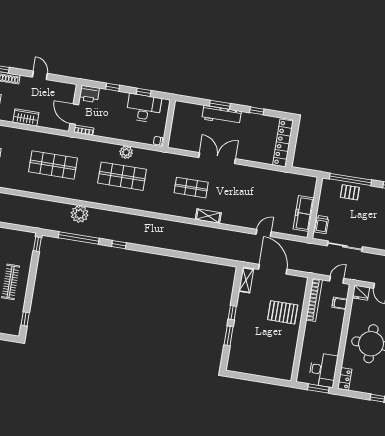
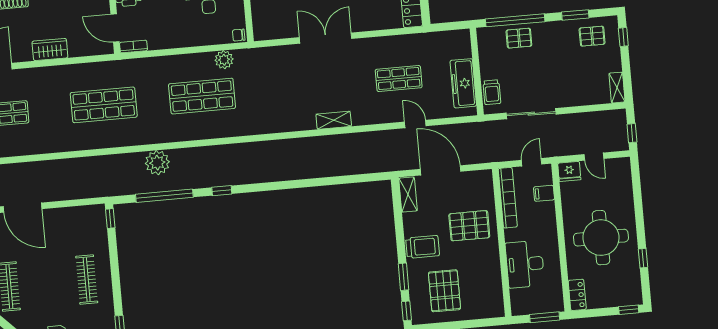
plant: (126, 152) -> (224, 60), moved
shop shelf: (191, 188) -> (399, 79), moved
door: (264, 233) -> (415, 124), hinge flipped
window: (232, 313) -> (407, 311), moved
trolley: (247, 319) -> (423, 247), added
pallet: (254, 353) -> (444, 291), added
desk: (323, 370) -> (525, 264), moved, turned 180

